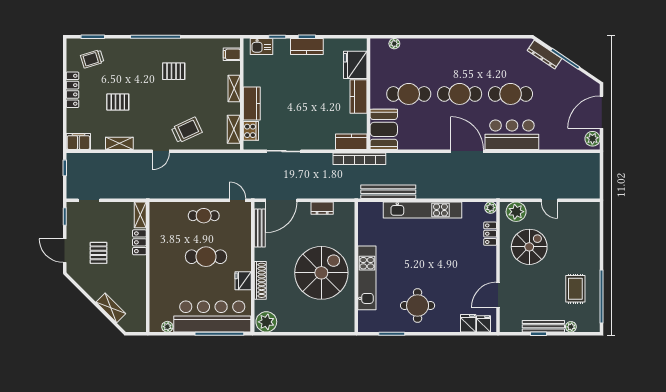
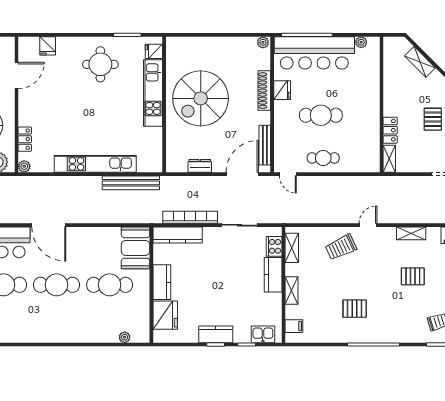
kitchen counter: (351, 142) -> (178, 235), width x1.50
bookcase: (359, 159) -> (190, 217), moved
plant: (266, 322) -> (263, 42), width x0.53, depth x0.53
fridge: (484, 324) -> (154, 51), moved, turned 90

